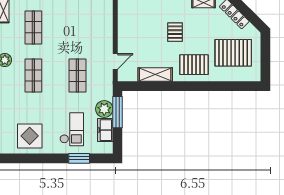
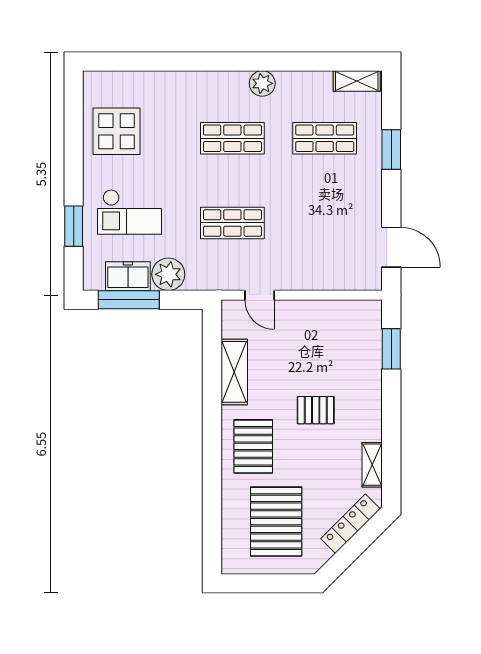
window: (118, 112) -> (129, 300), moved

